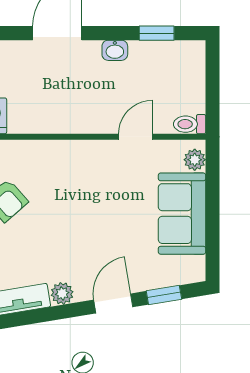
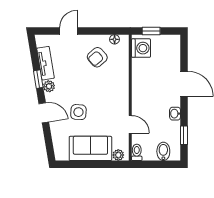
bidet: (188, 73) -> (163, 151), added
side table: (112, 237) -> (78, 112), added
window: (164, 295) -> (38, 79), moved

